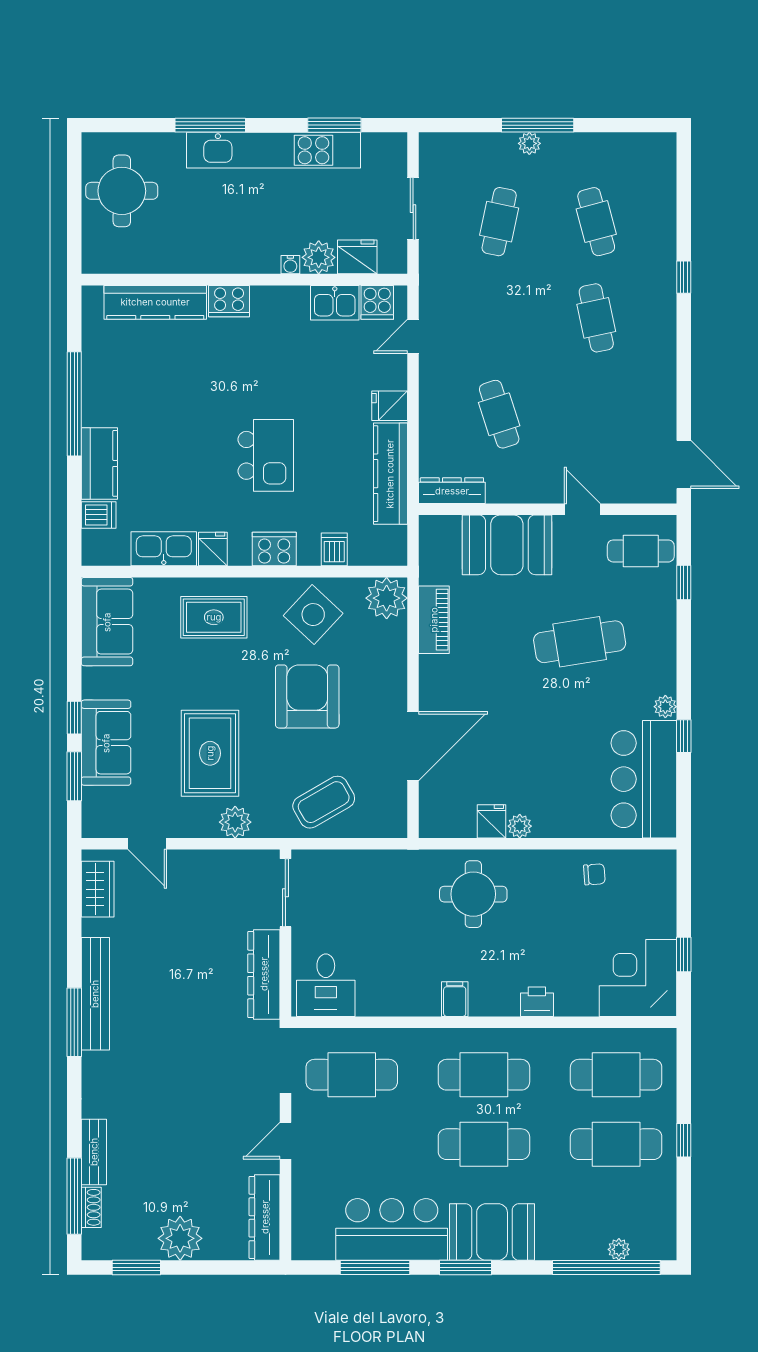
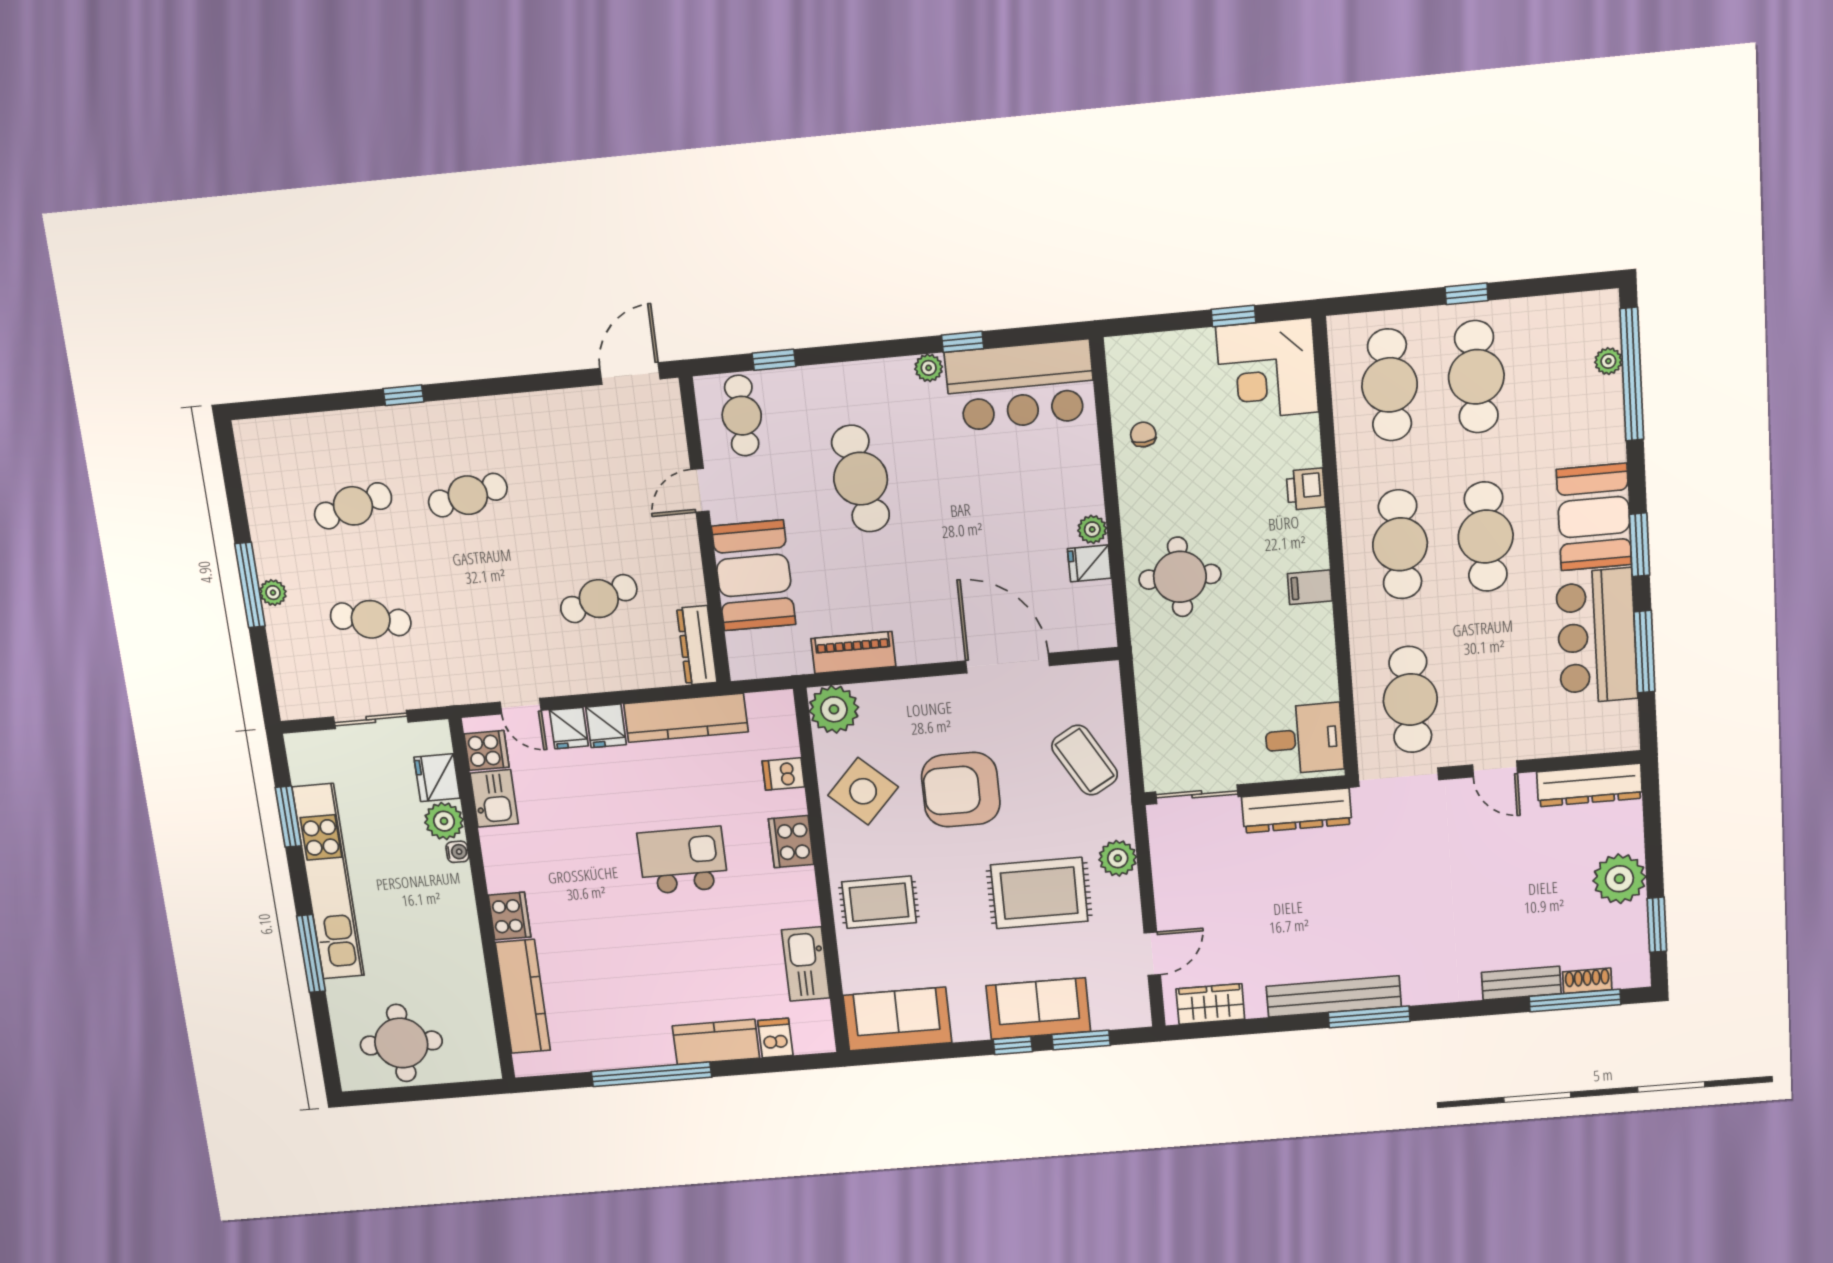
fridge: (213, 549) -> (569, 728), moved, turned -90
rug: (214, 617) -> (879, 902), turned 90

